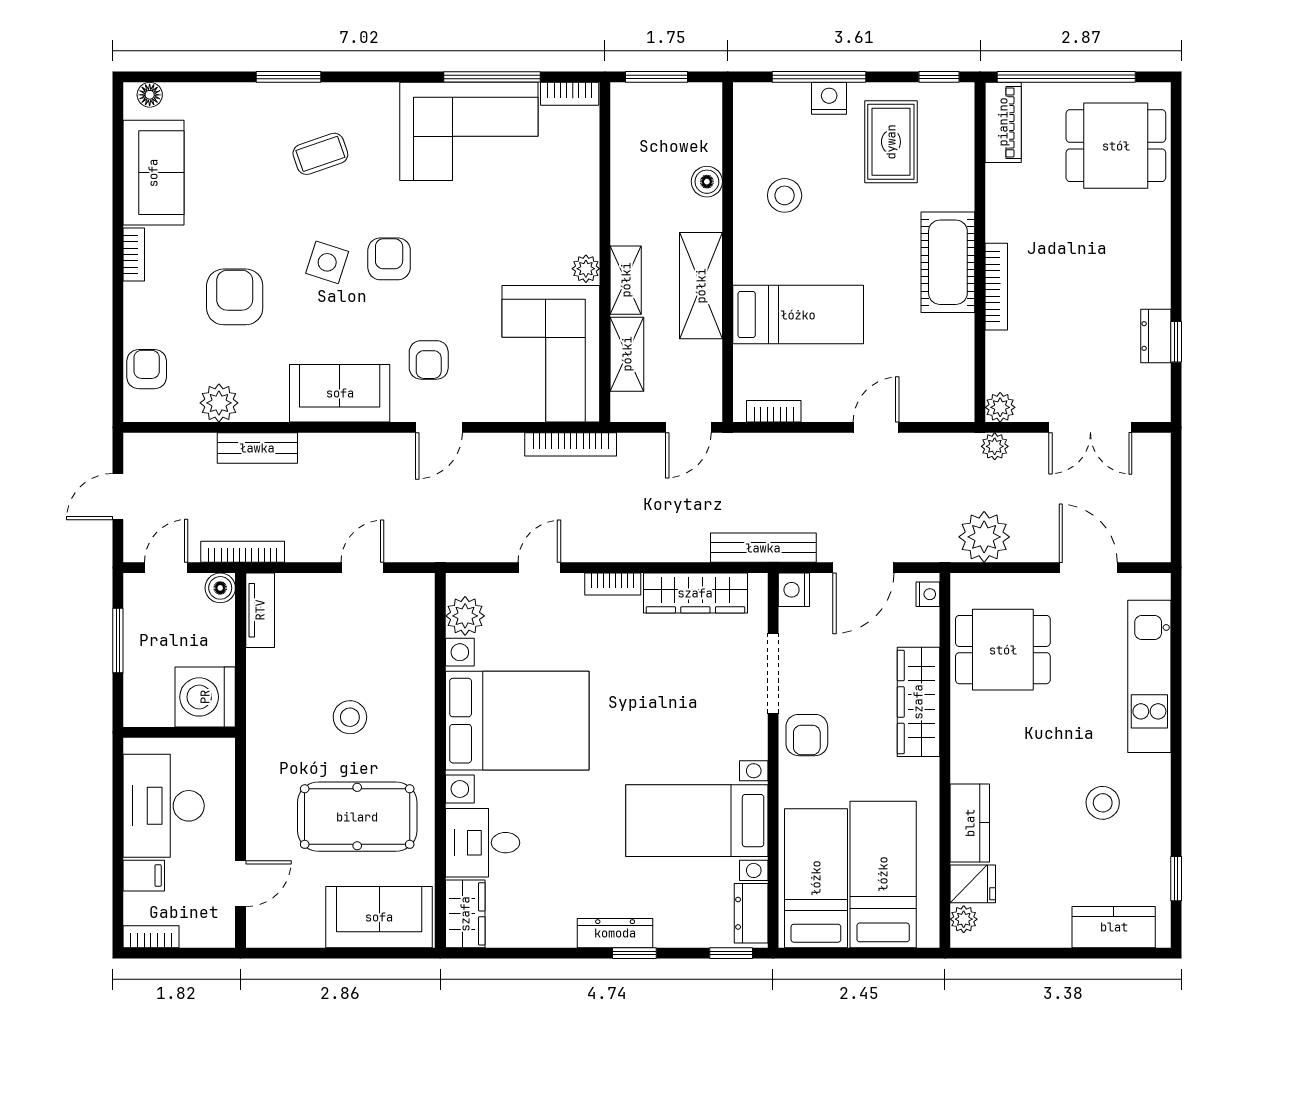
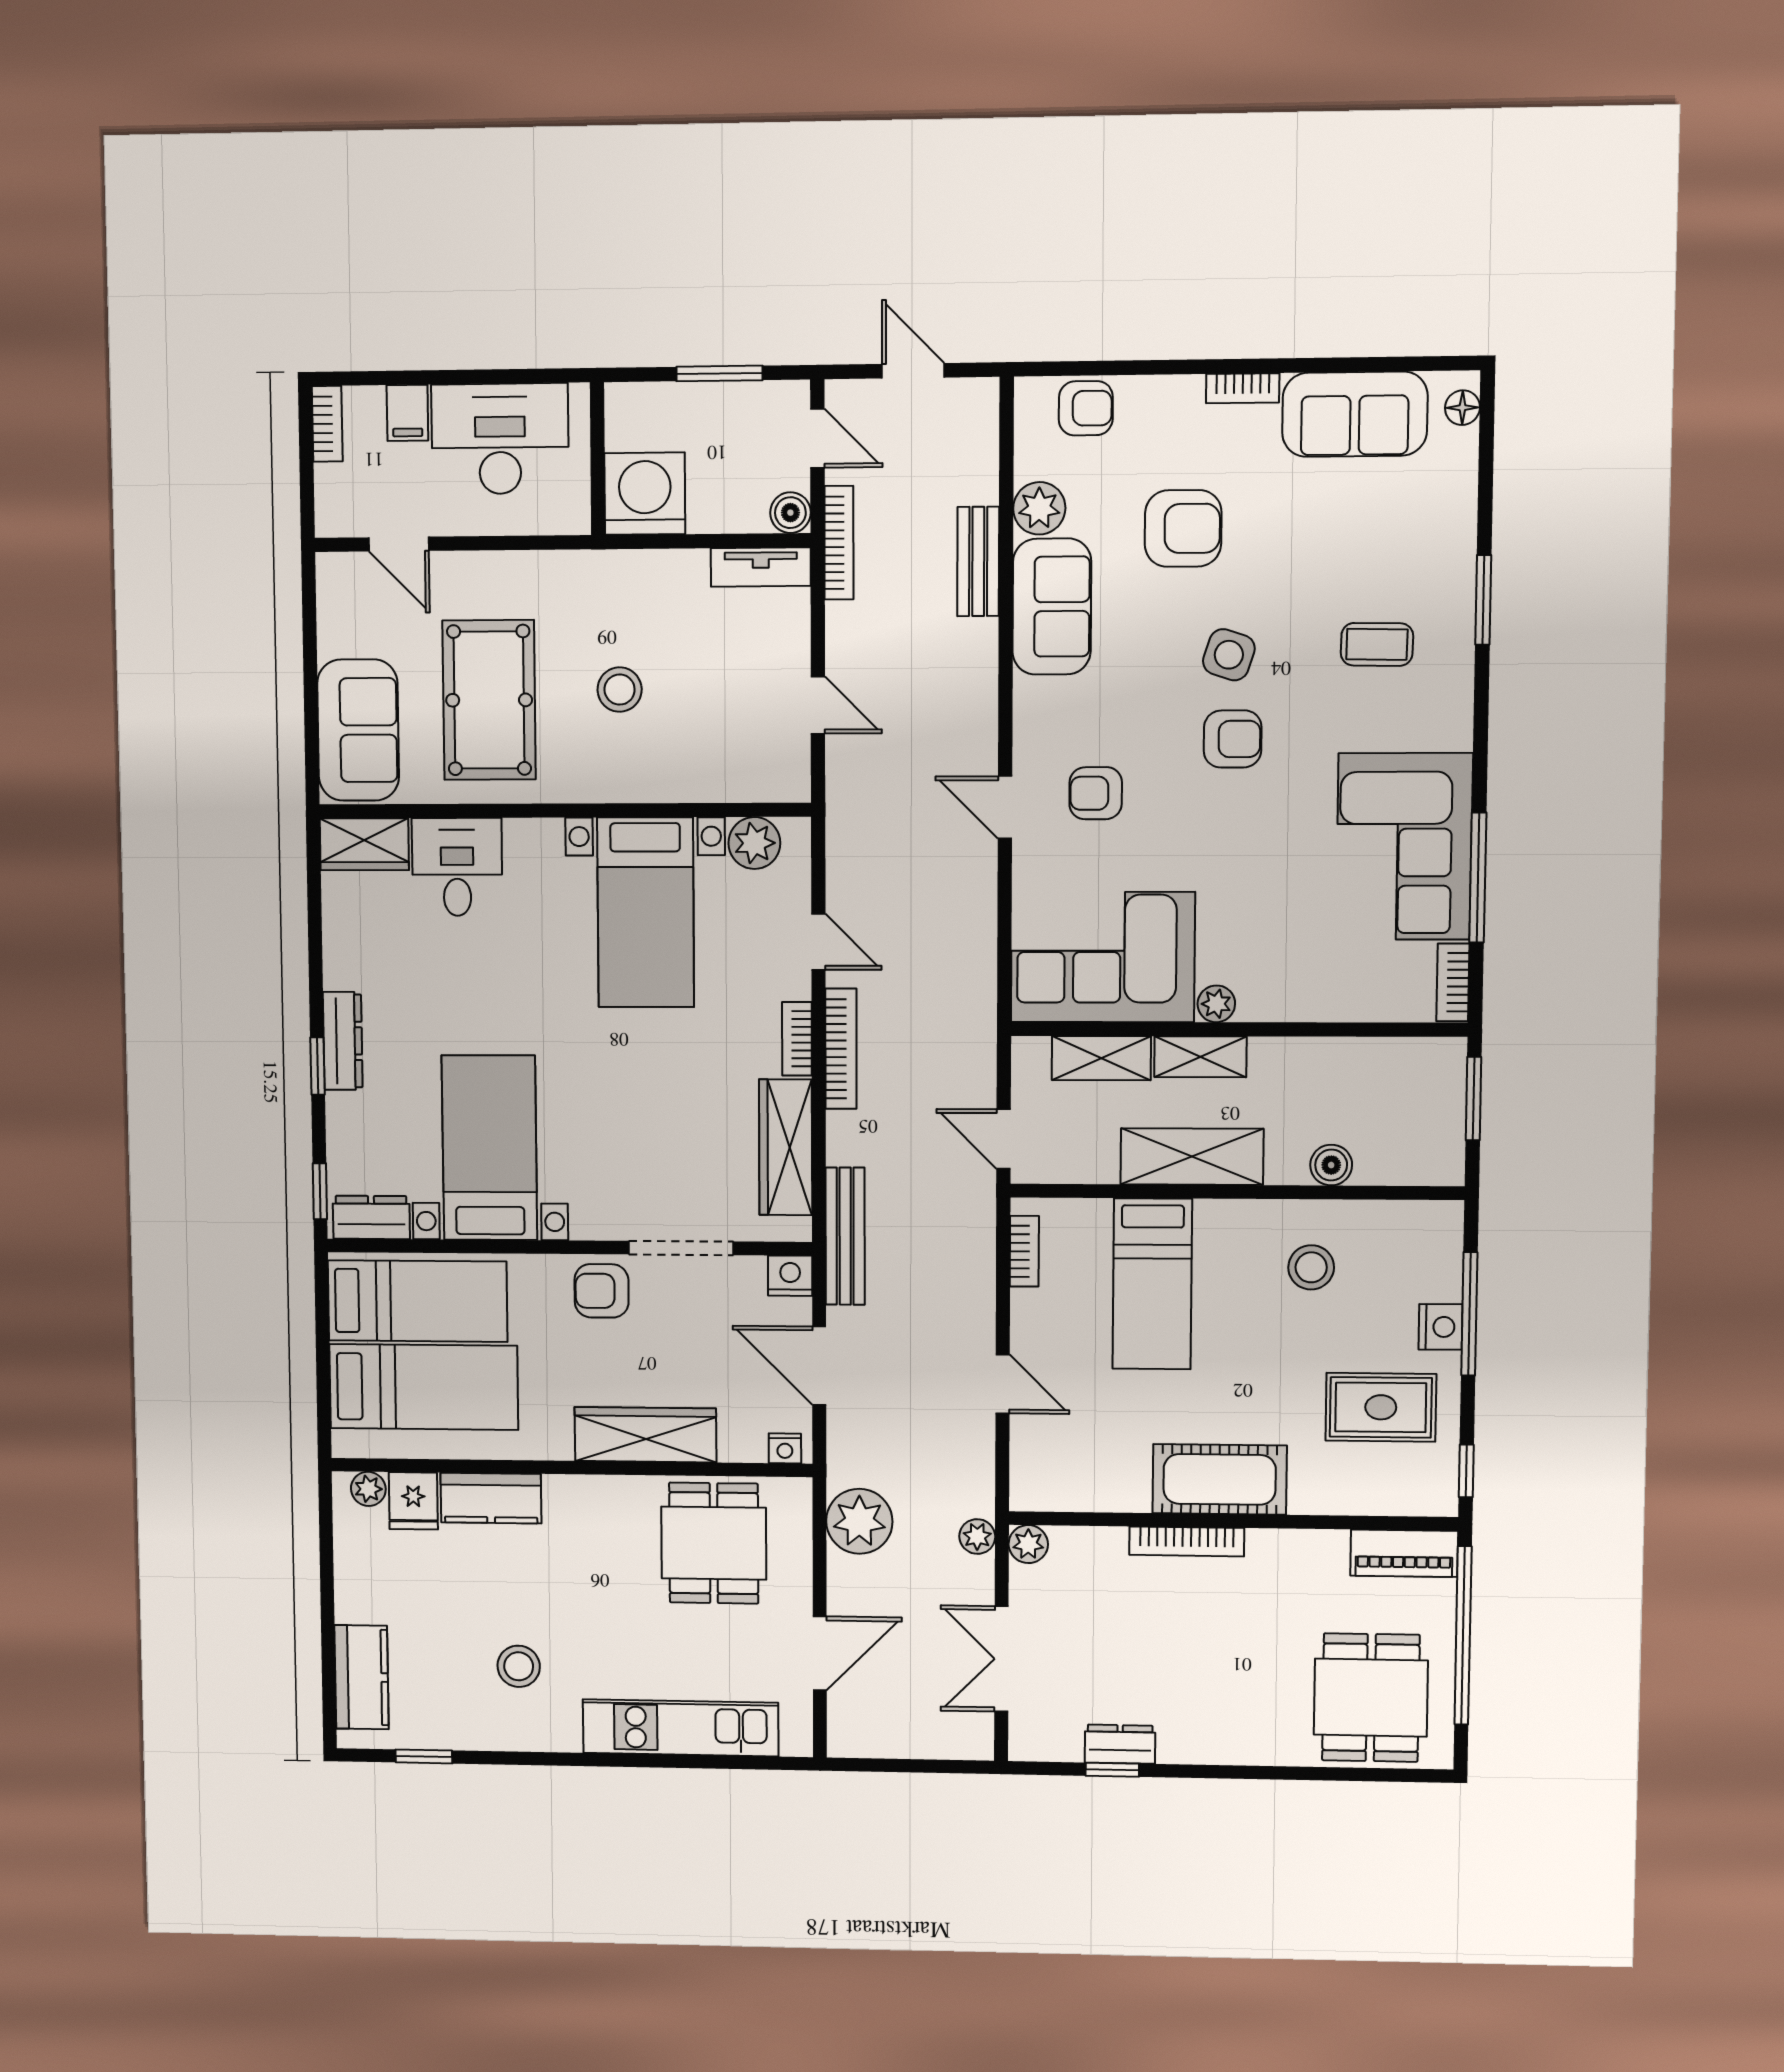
coffee table: (320, 154) -> (1377, 644), turned -70
sofa: (340, 393) -> (1052, 607), moved
bookcase: (571, 444) -> (841, 1049), moved, turned 180
bed with nightstands: (517, 721) -> (646, 912), width x0.73

